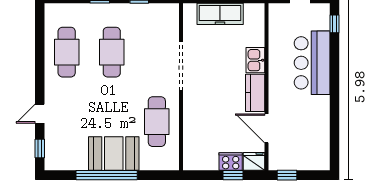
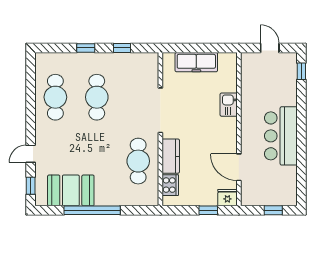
bar counter: (312, 63) -> (281, 136), moved
kitchen counter: (255, 93) -> (171, 156), moved, turned 180
booth: (114, 154) -> (71, 190), moved
cooker: (231, 162) -> (170, 185), moved, turned 90
window: (287, 175) -> (273, 210), moved

